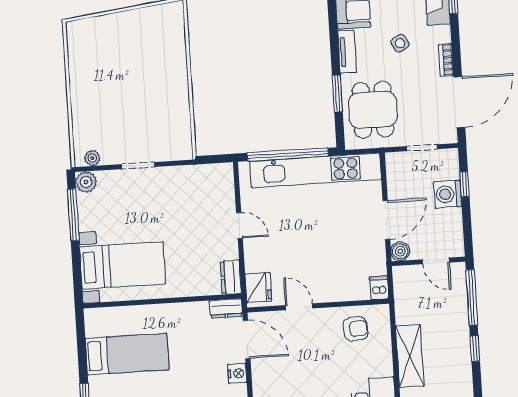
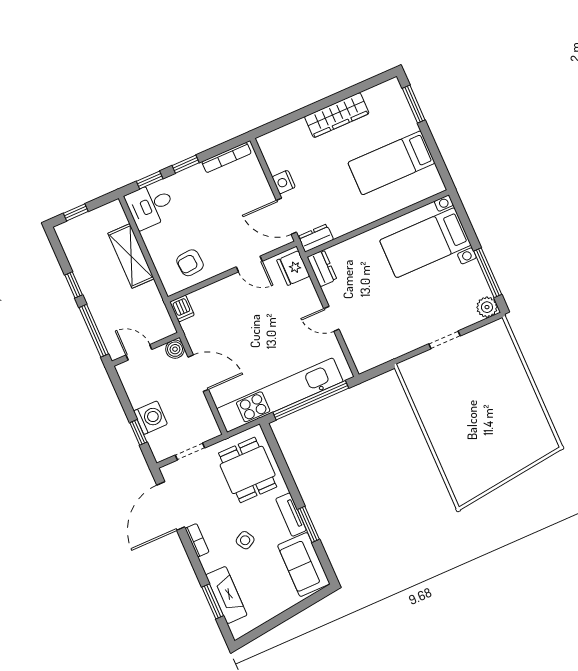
window: (337, 93) -> (308, 524), moved
plant: (92, 158) -> (489, 331), removed
door: (386, 220) -> (198, 373), swing flipped

